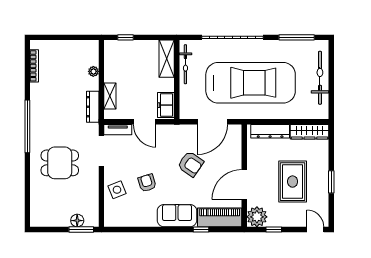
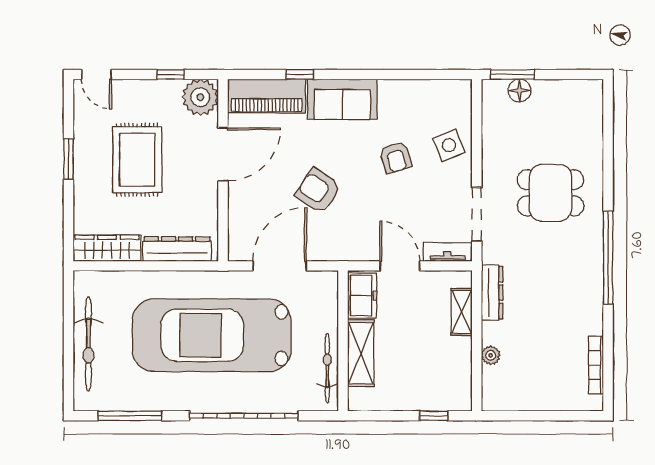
shelving: (167, 59) -> (361, 353), moved

